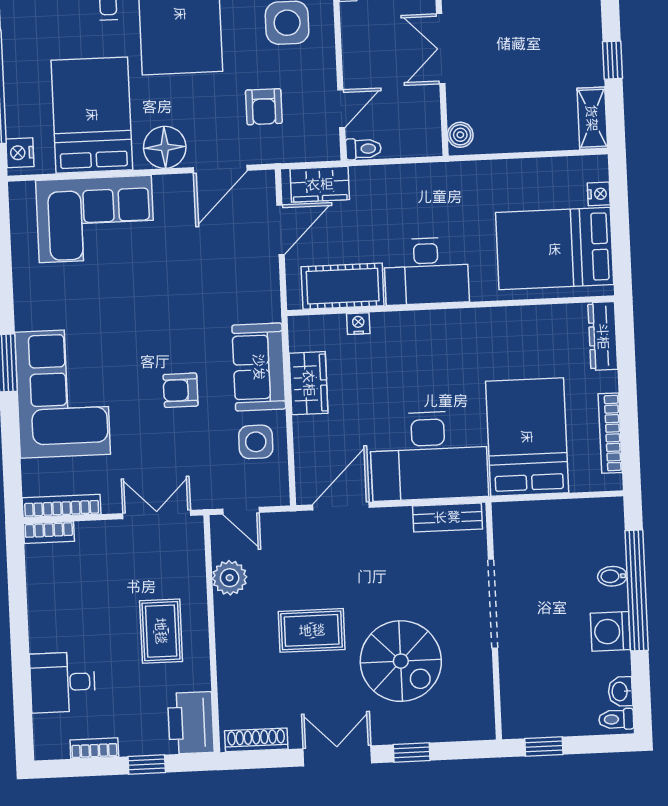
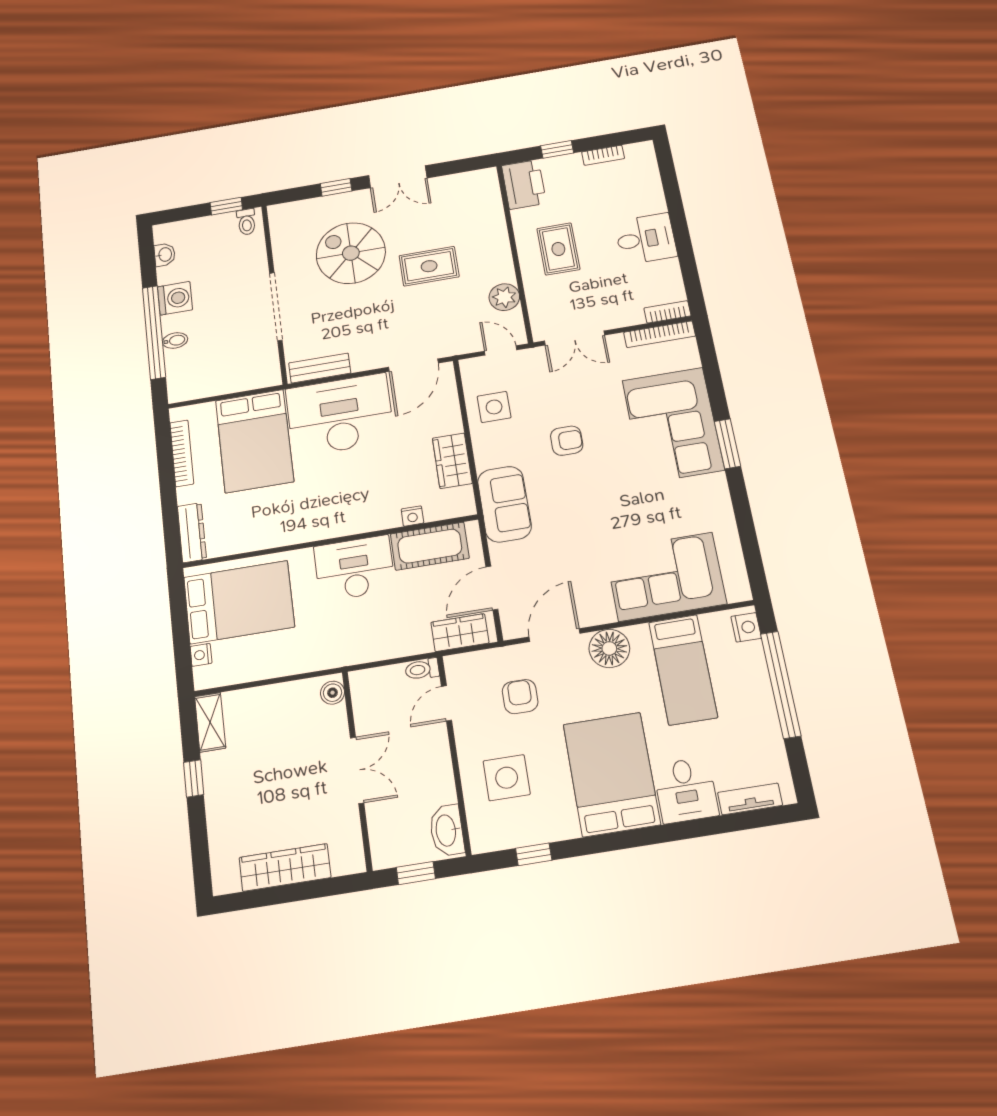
bed: (92, 115) -> (683, 670), width x0.67
sofa: (259, 367) -> (504, 504), moved
desk: (63, 682) -> (646, 239), moved
toilet: (616, 719) -> (246, 222), moved, turned 90
shoe rack: (256, 740) -> (467, 179), removed

